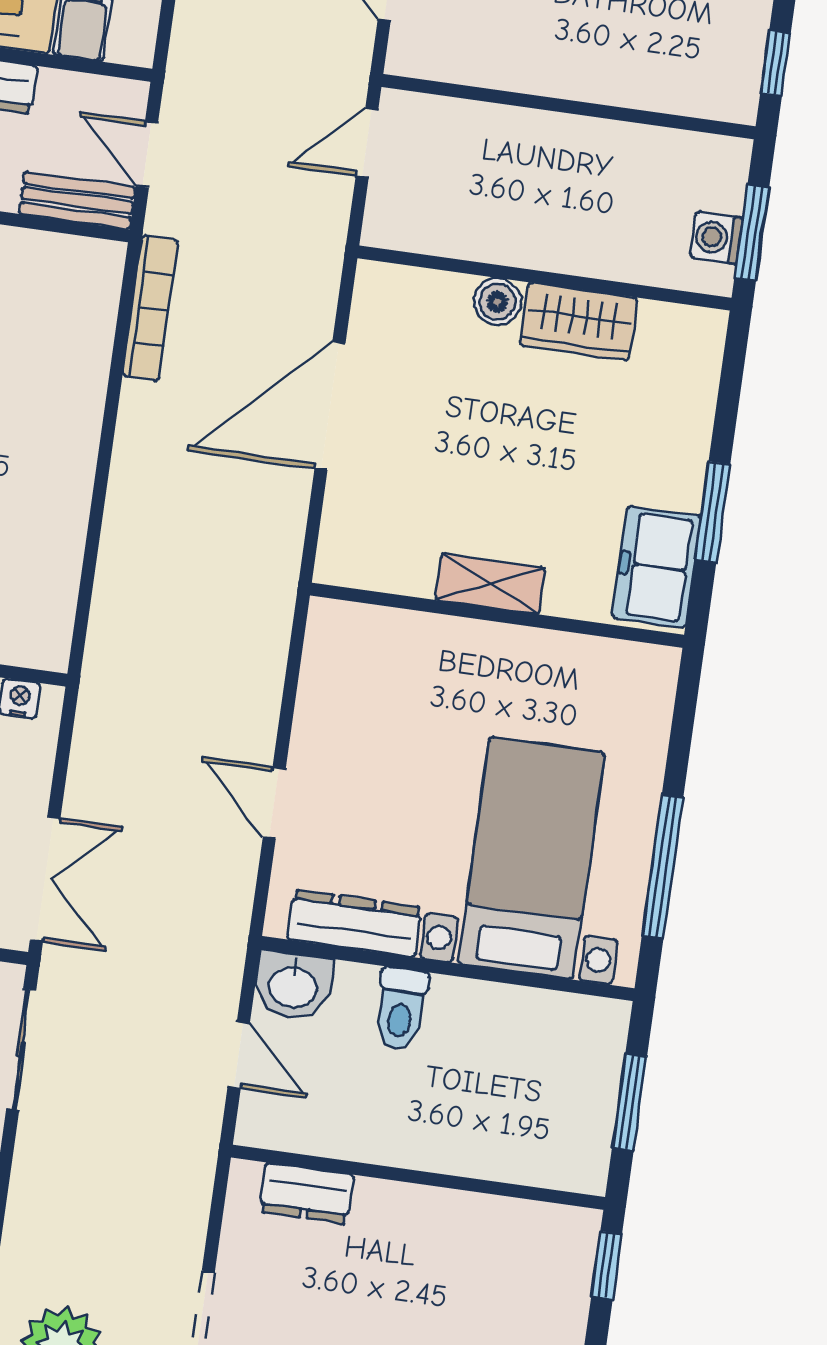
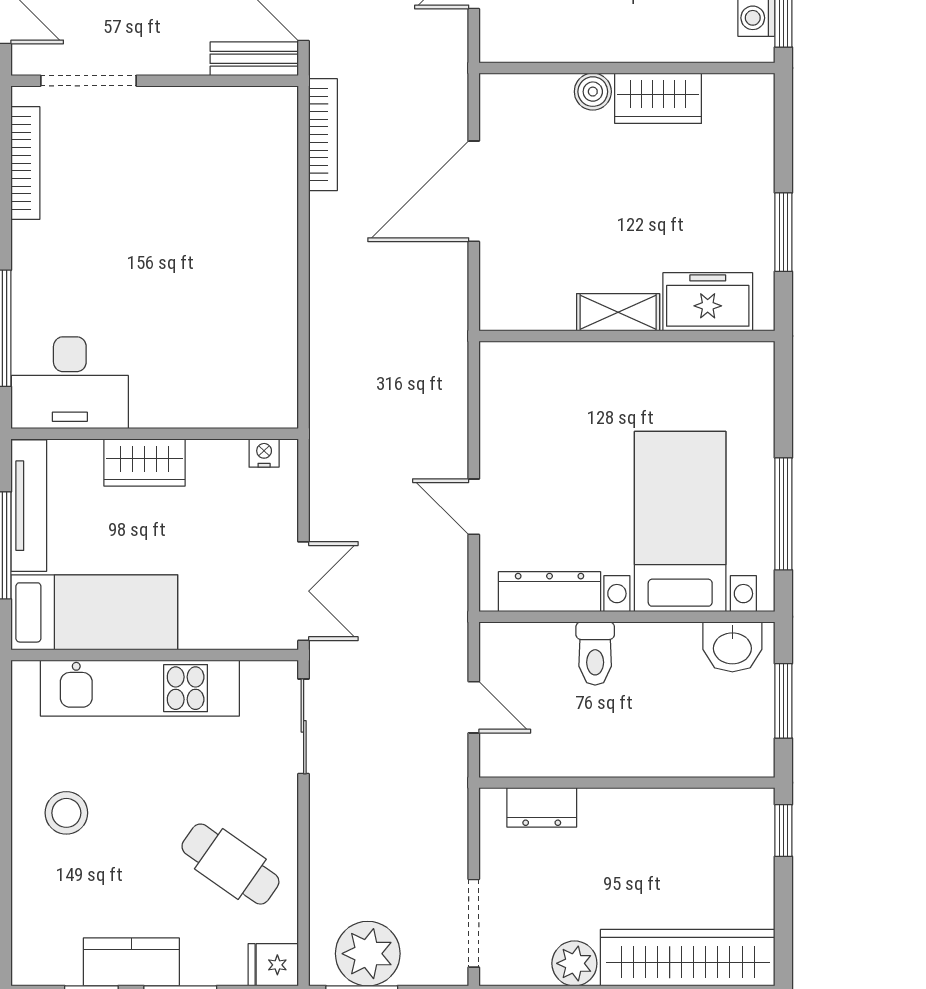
freezer: (656, 567) -> (708, 302), moved, turned 90
washbasin: (293, 985) -> (732, 647), moved

